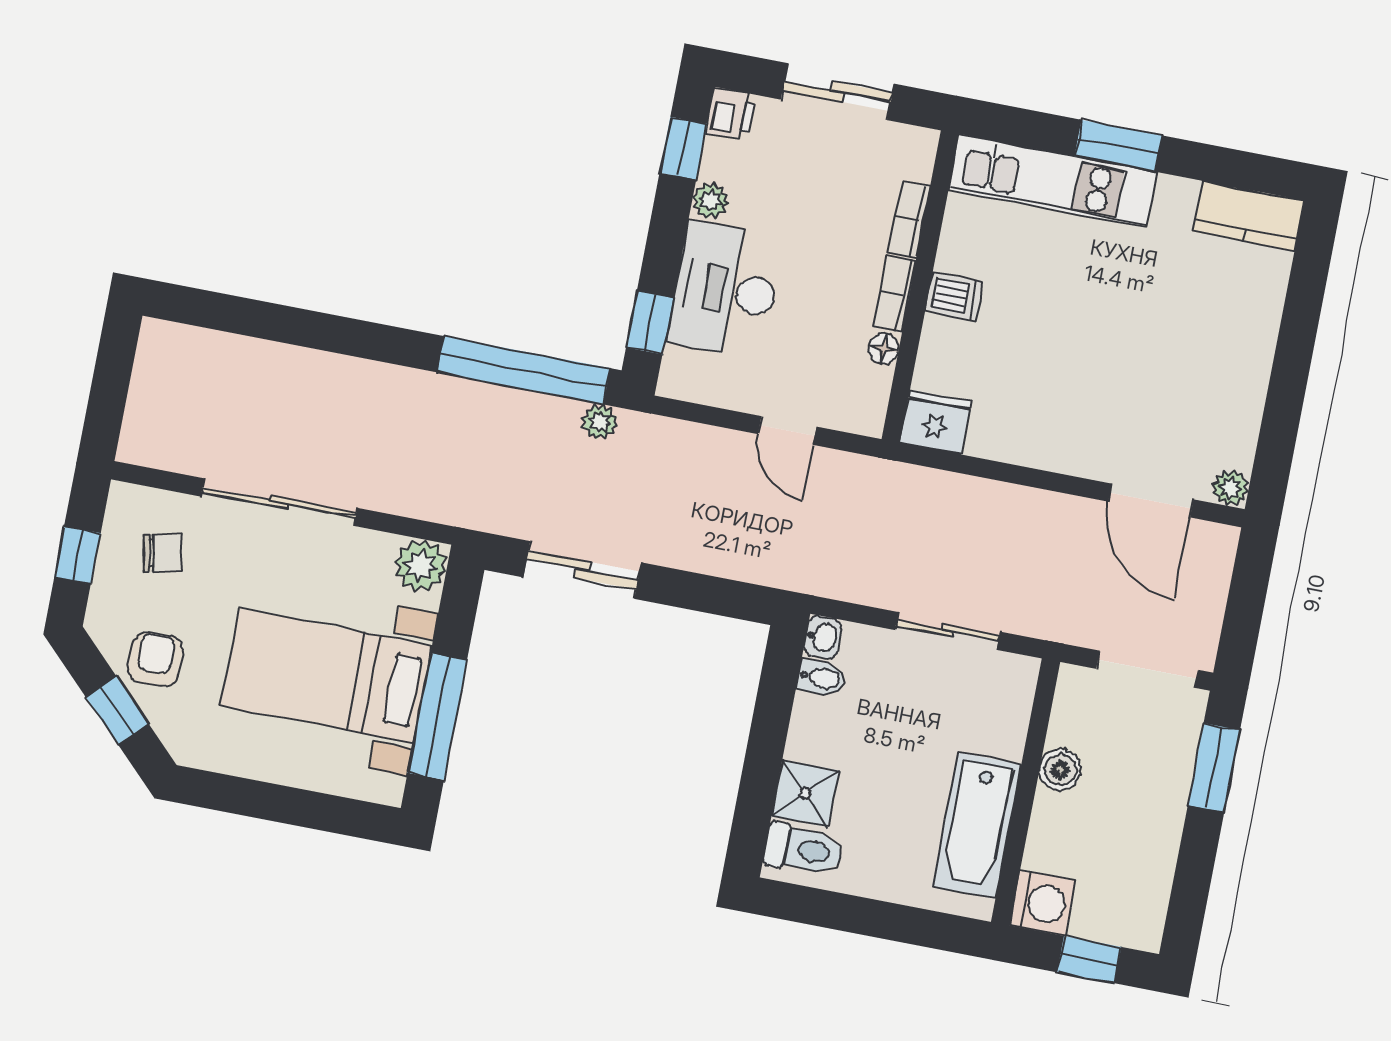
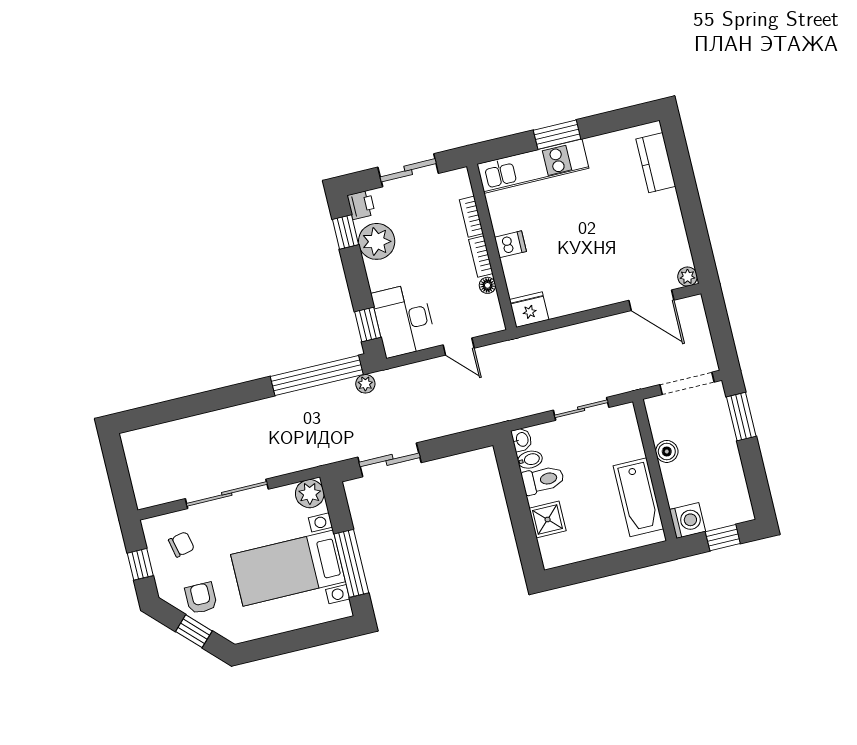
plant: (710, 201) -> (377, 241), width x1.88, depth x1.88
kitchen counter: (1249, 216) -> (656, 163), moved, turned 90
desk: (725, 290) -> (404, 320), moved
toilet: (803, 850) -> (543, 480), moved

